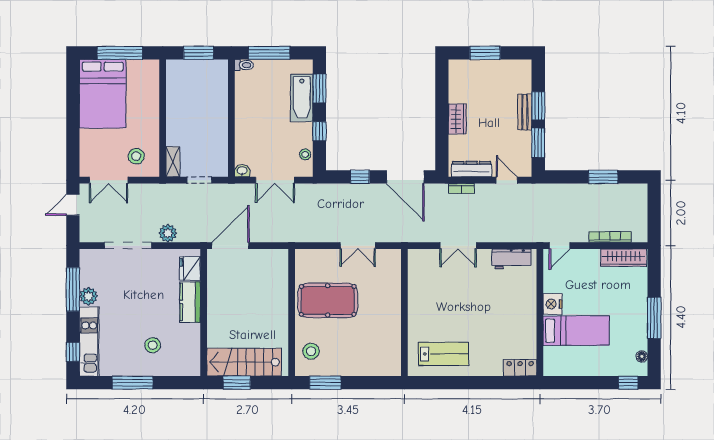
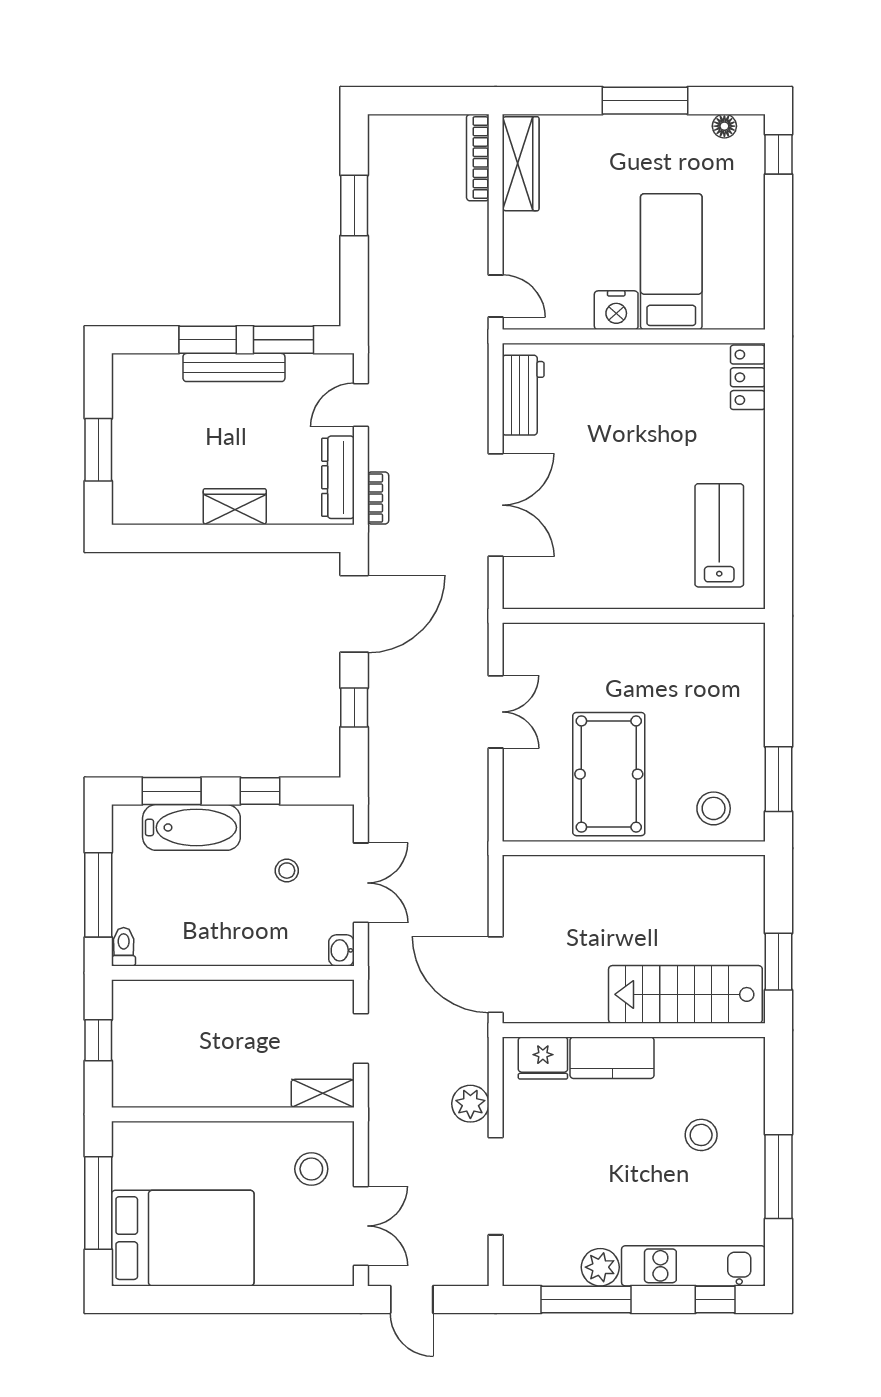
window: (199, 53) -> (98, 1040), width x0.67
bench: (525, 112) -> (234, 367), width x1.36
stool: (305, 154) -> (287, 871), moved
bookcase: (610, 237) -> (478, 158), moved
double door: (458, 246) -> (496, 505), width x1.37
stairs: (244, 362) -> (685, 994), moved, turned 90

